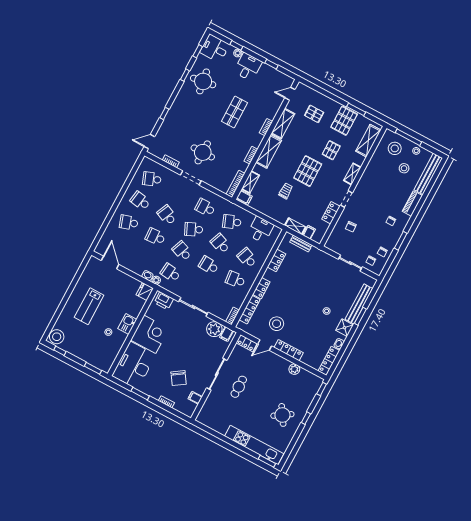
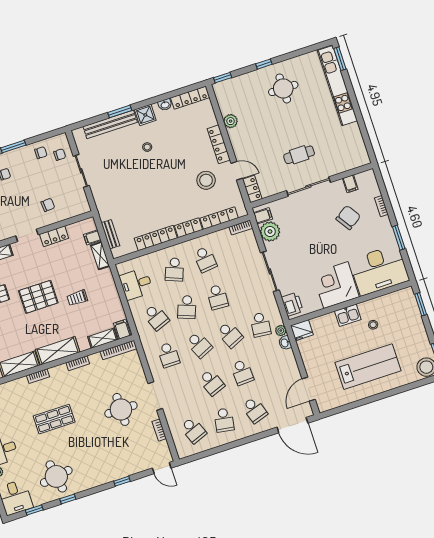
school desk: (167, 215) -> (212, 382), turned -45
door: (100, 234) -> (292, 425), added
school desk: (182, 251) -> (230, 335), turned -45
locker: (276, 260) -> (156, 238), width x1.53
lab bench: (89, 306) -> (368, 367), width x1.36, depth x1.39
round table: (282, 415) -> (283, 88), turned 33

